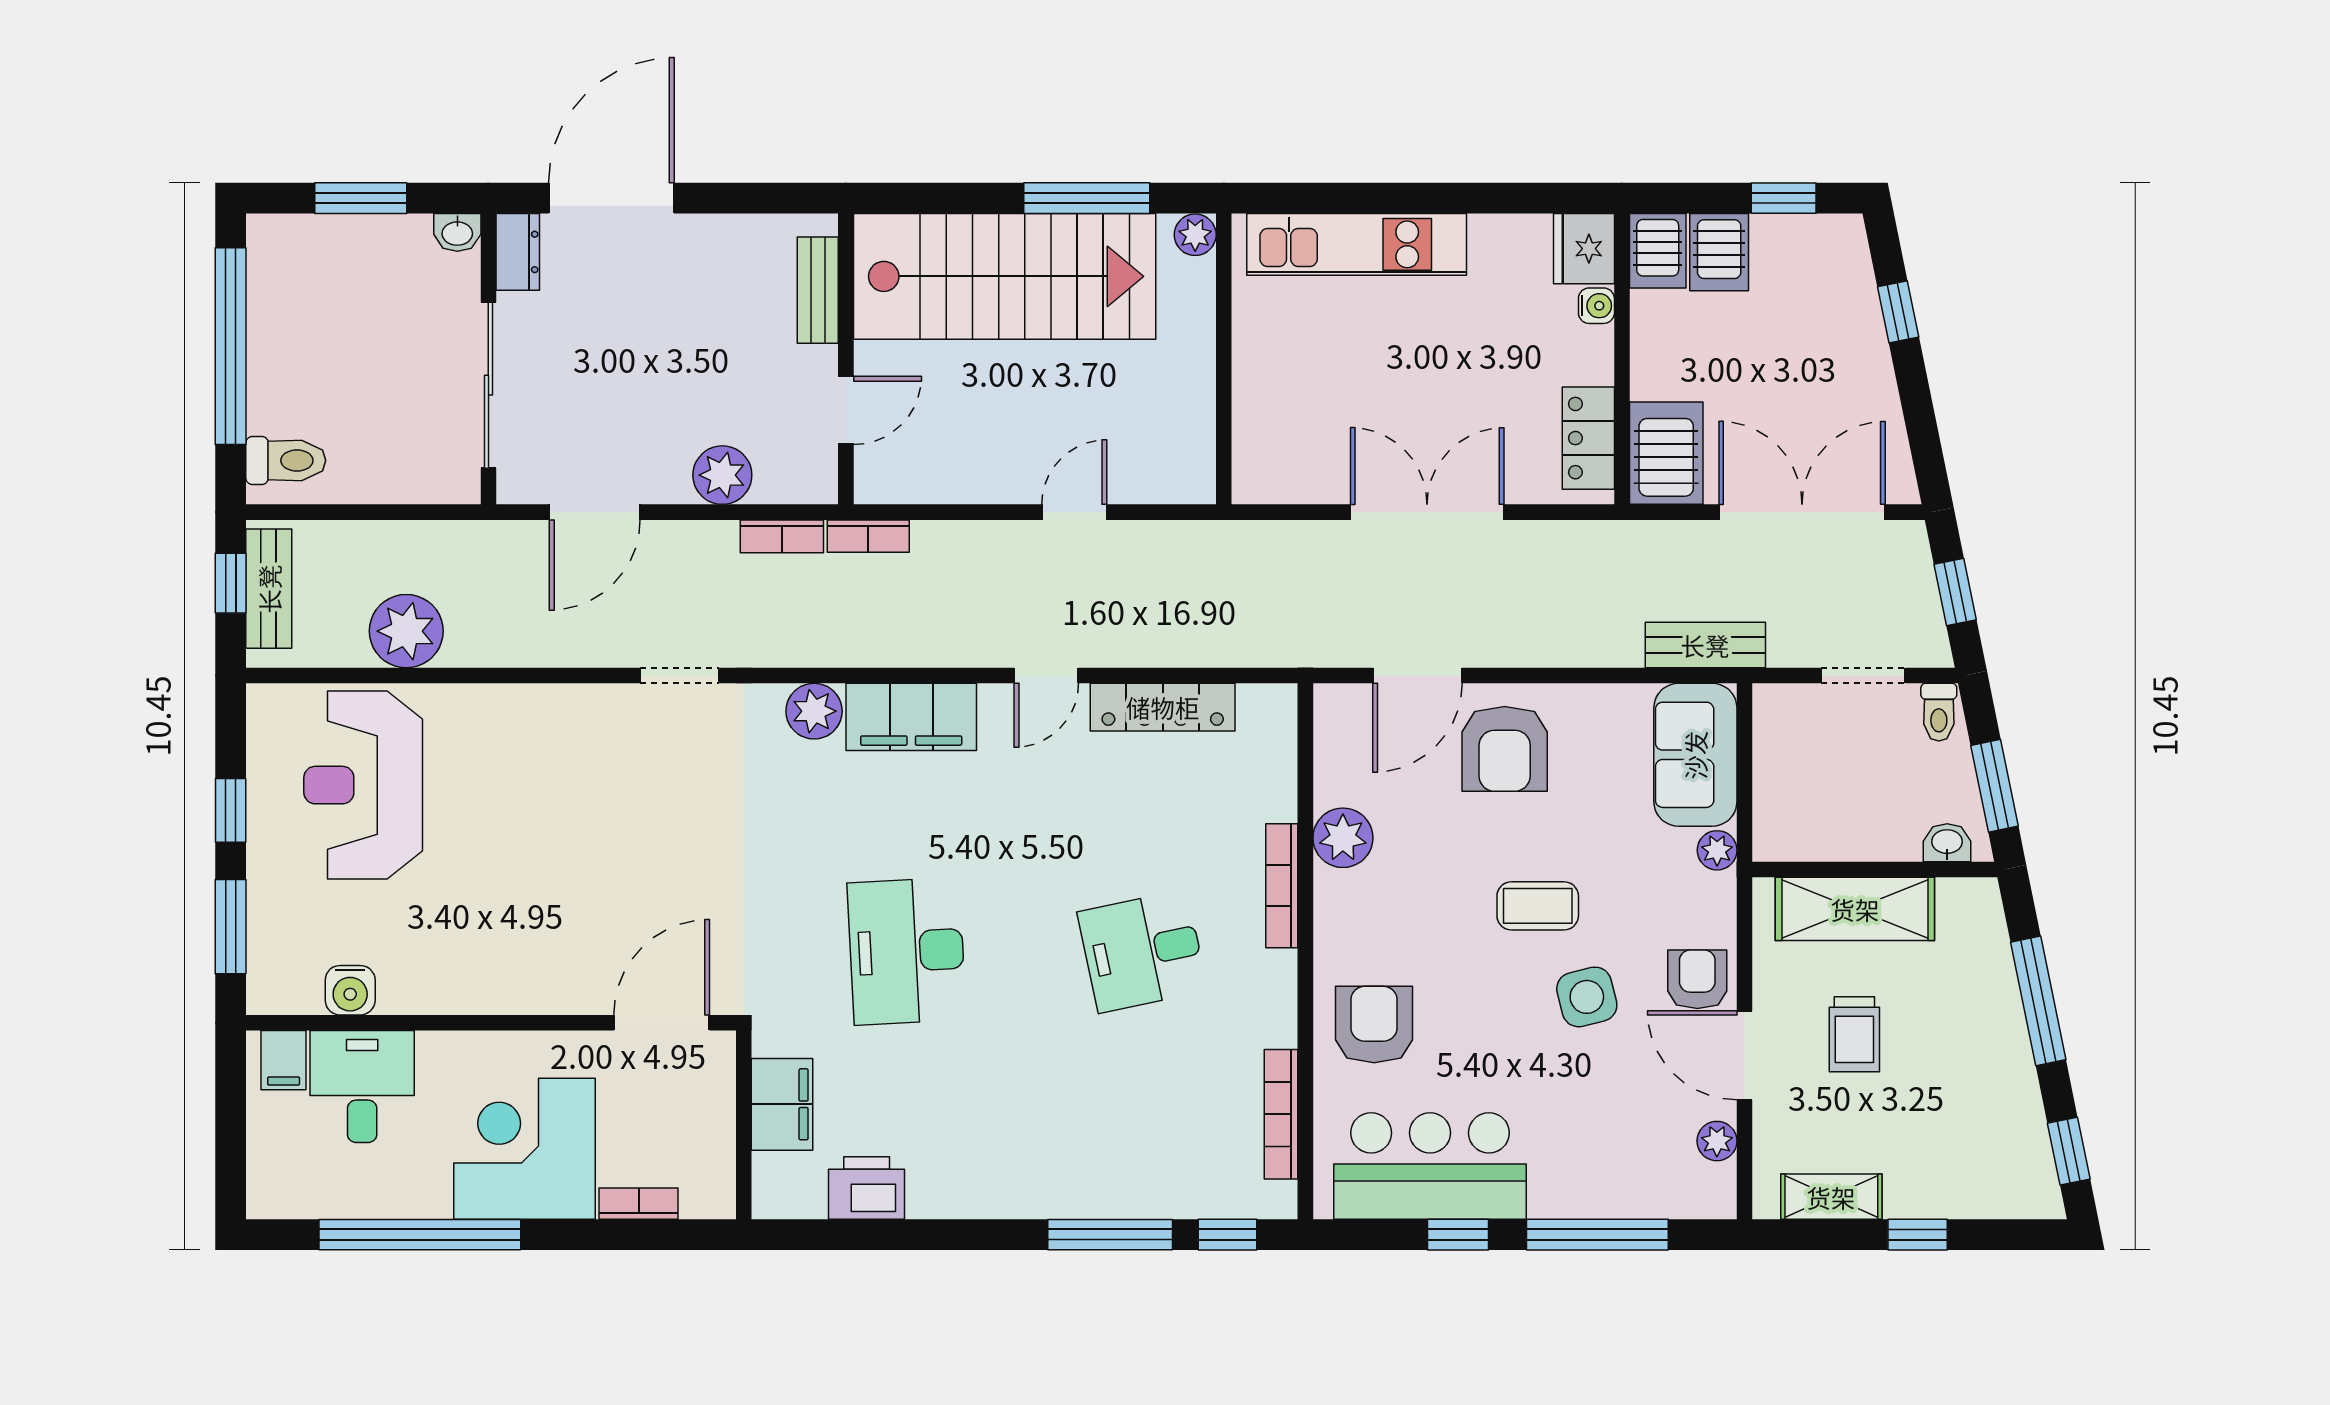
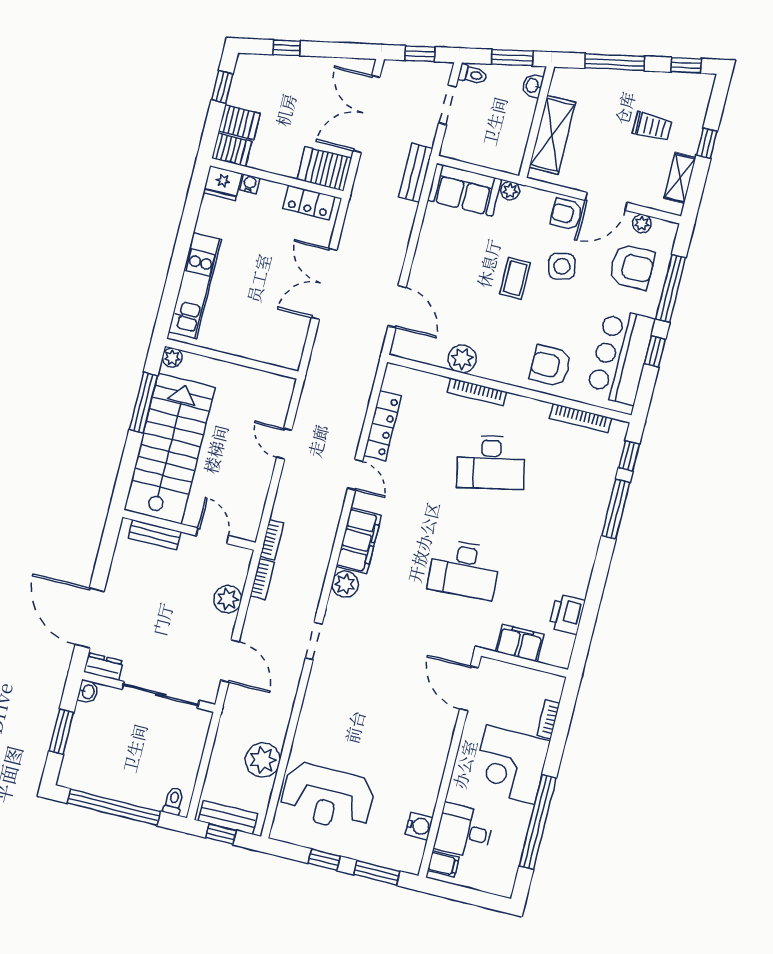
toilet: (286, 460) -> (174, 801), width x0.73, depth x0.72
armchair: (1505, 749) -> (632, 267), moved
desk: (1142, 951) -> (491, 462), width x1.37
trolley: (1854, 1034) -> (652, 126), moved

